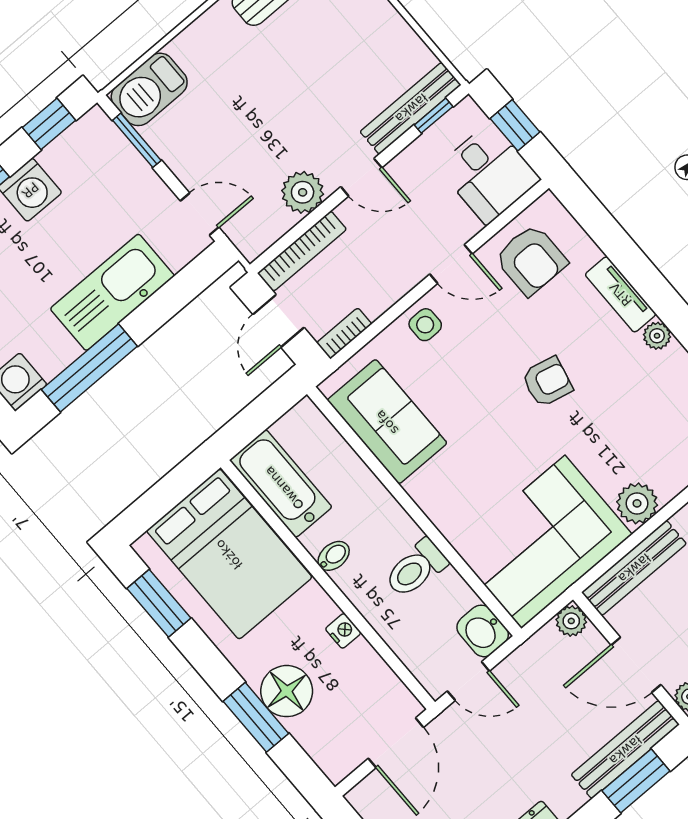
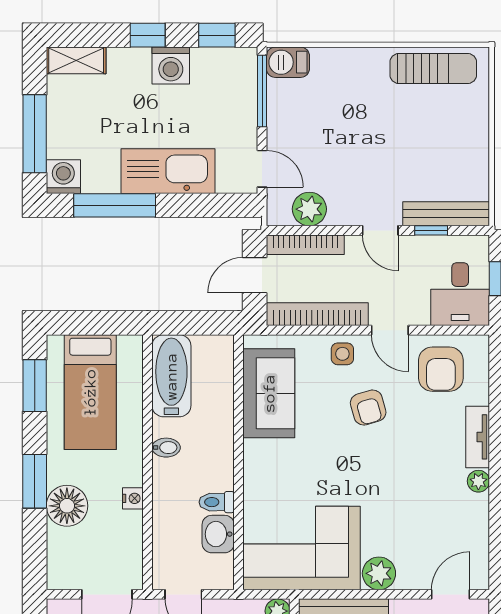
barbecue: (149, 89) -> (288, 62), width x0.73, depth x0.79
window: (434, 116) -> (431, 230), moved
window: (137, 140) -> (262, 91), width x1.44
plant: (303, 192) -> (309, 209), moved
bookcase: (344, 333) -> (317, 314), width x2.31, depth x1.31
armchair: (547, 382) -> (368, 408), moved, turned 61
bed: (229, 554) -> (90, 392), width x0.67
toilet: (416, 568) -> (217, 502), width x0.73, depth x0.72
washbasin: (483, 631) -> (218, 534), moved
window: (256, 717) -> (35, 481), moved

